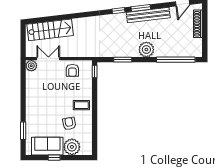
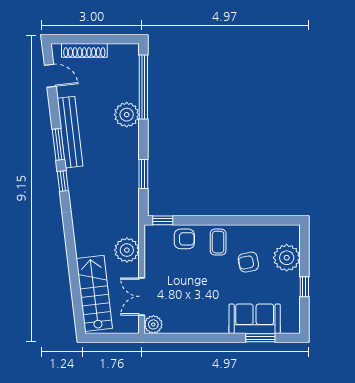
plant: (77, 50) -> (127, 250), added
plant: (146, 50) -> (127, 115), moved
armchair: (72, 70) -> (184, 239), moved
sofa: (47, 146) -> (255, 319), moved, turned 90

